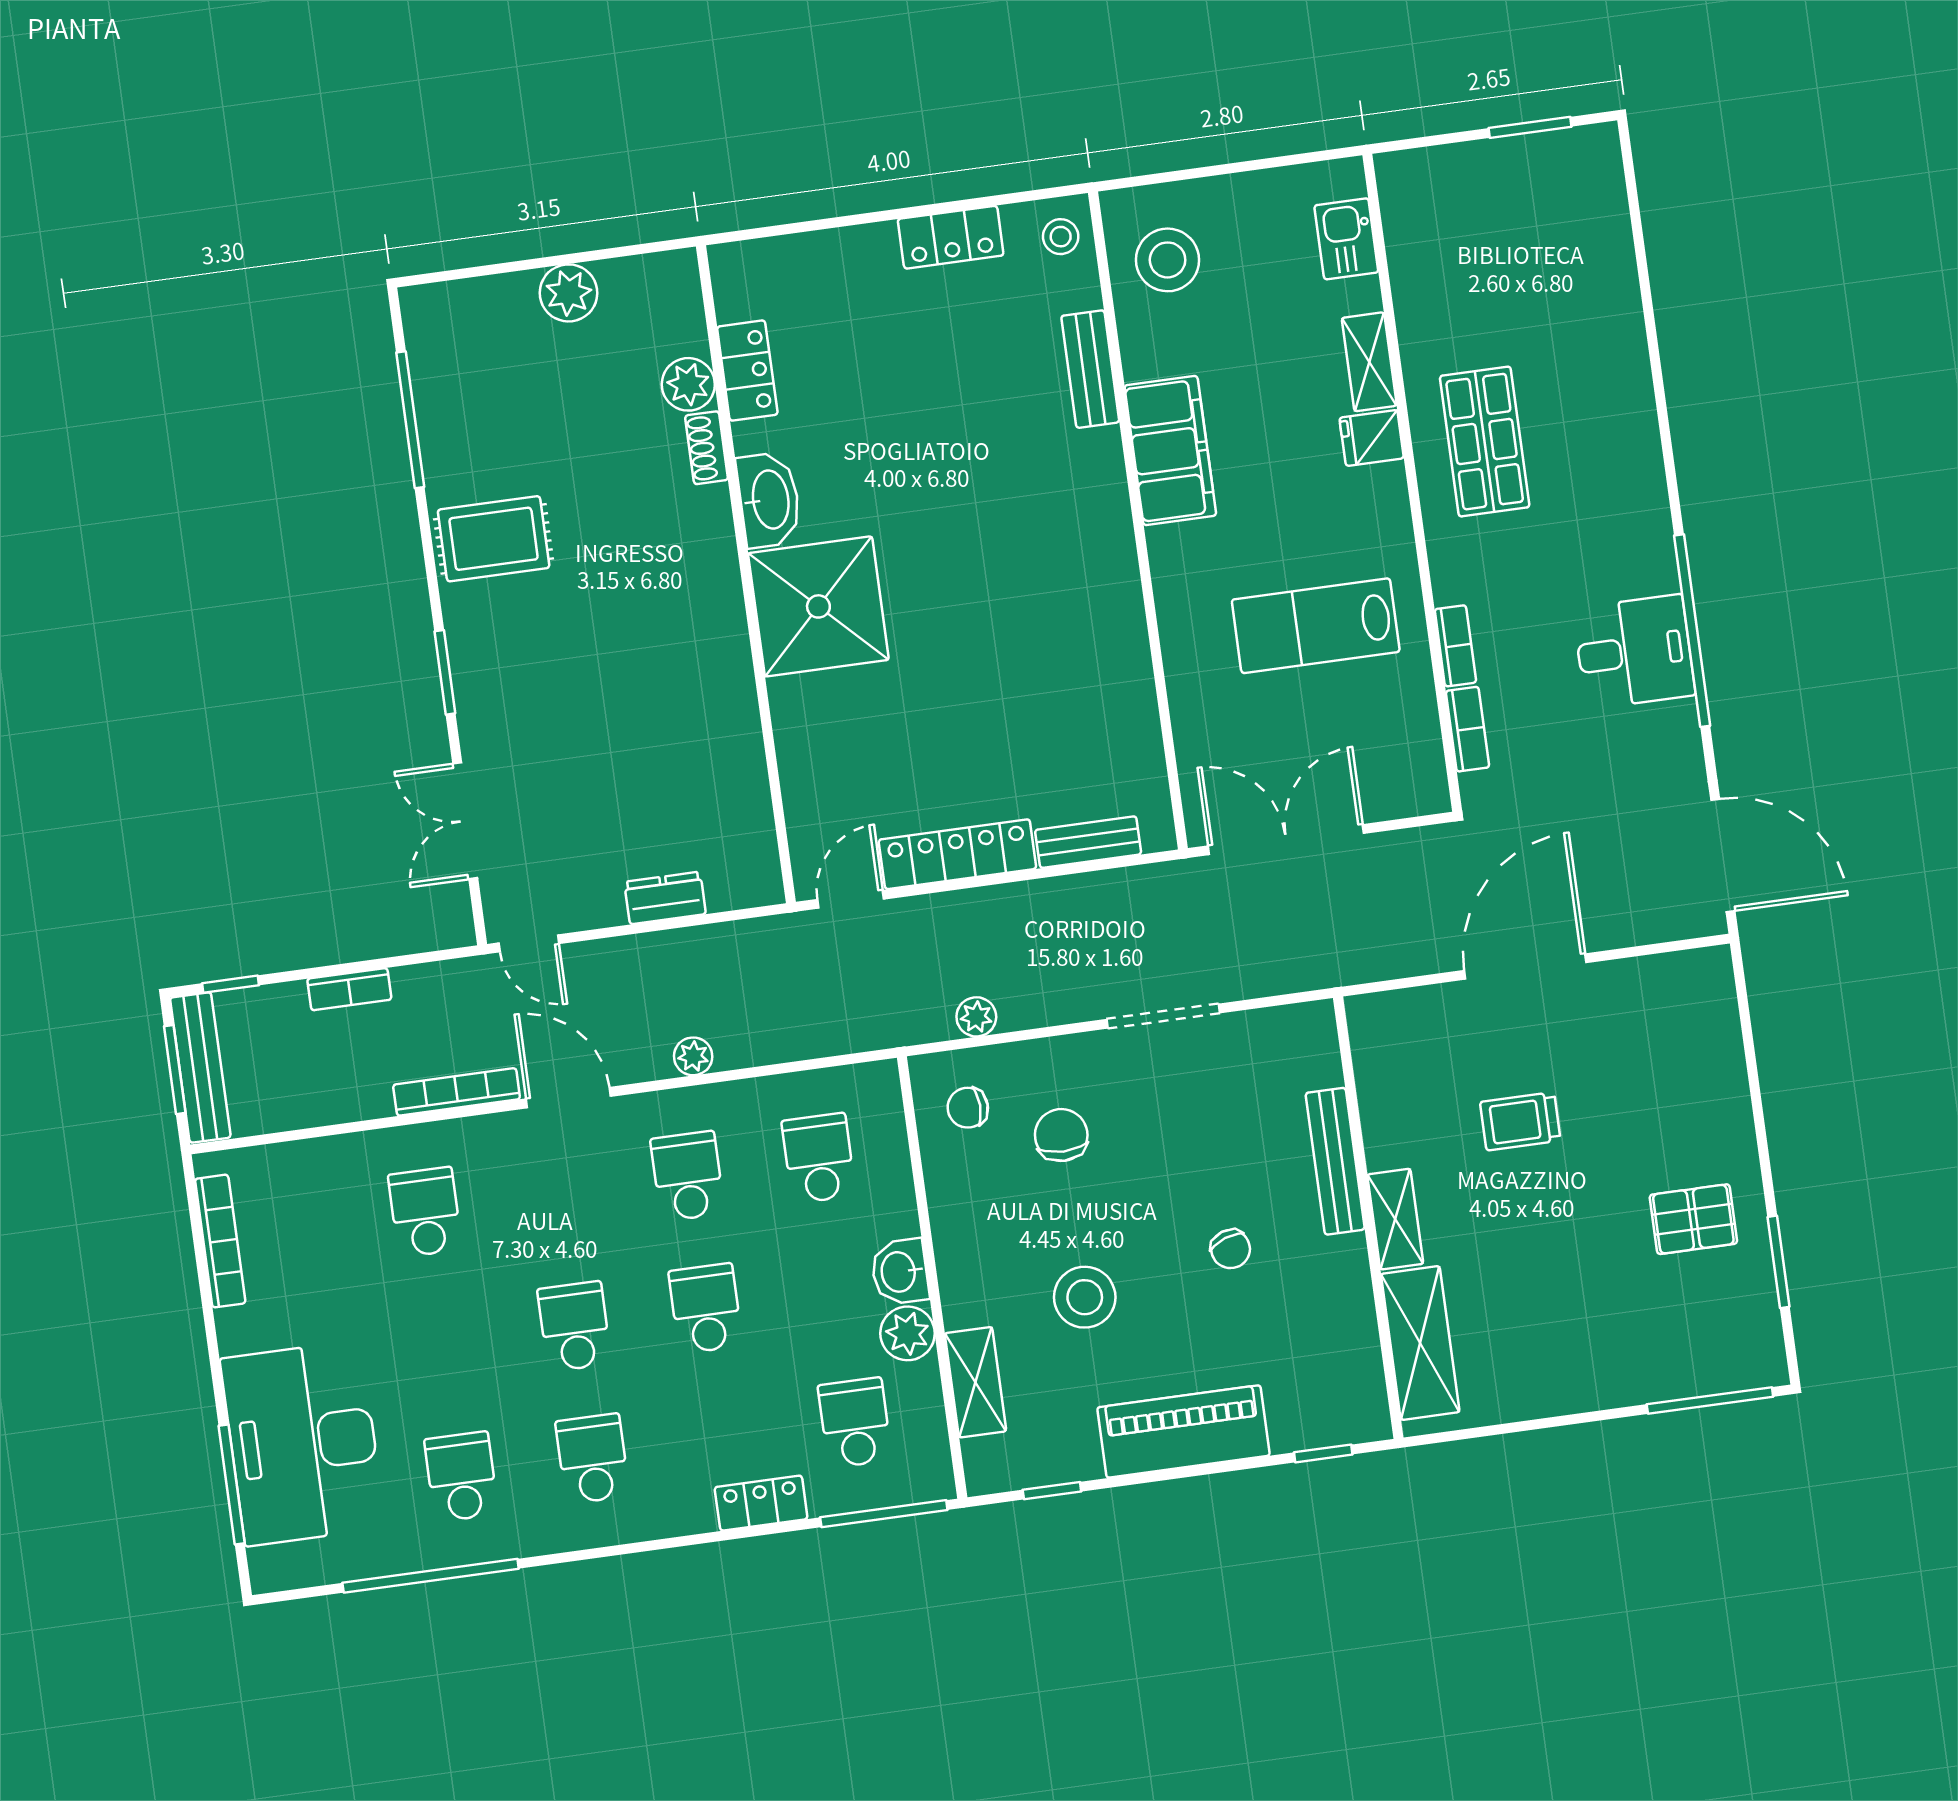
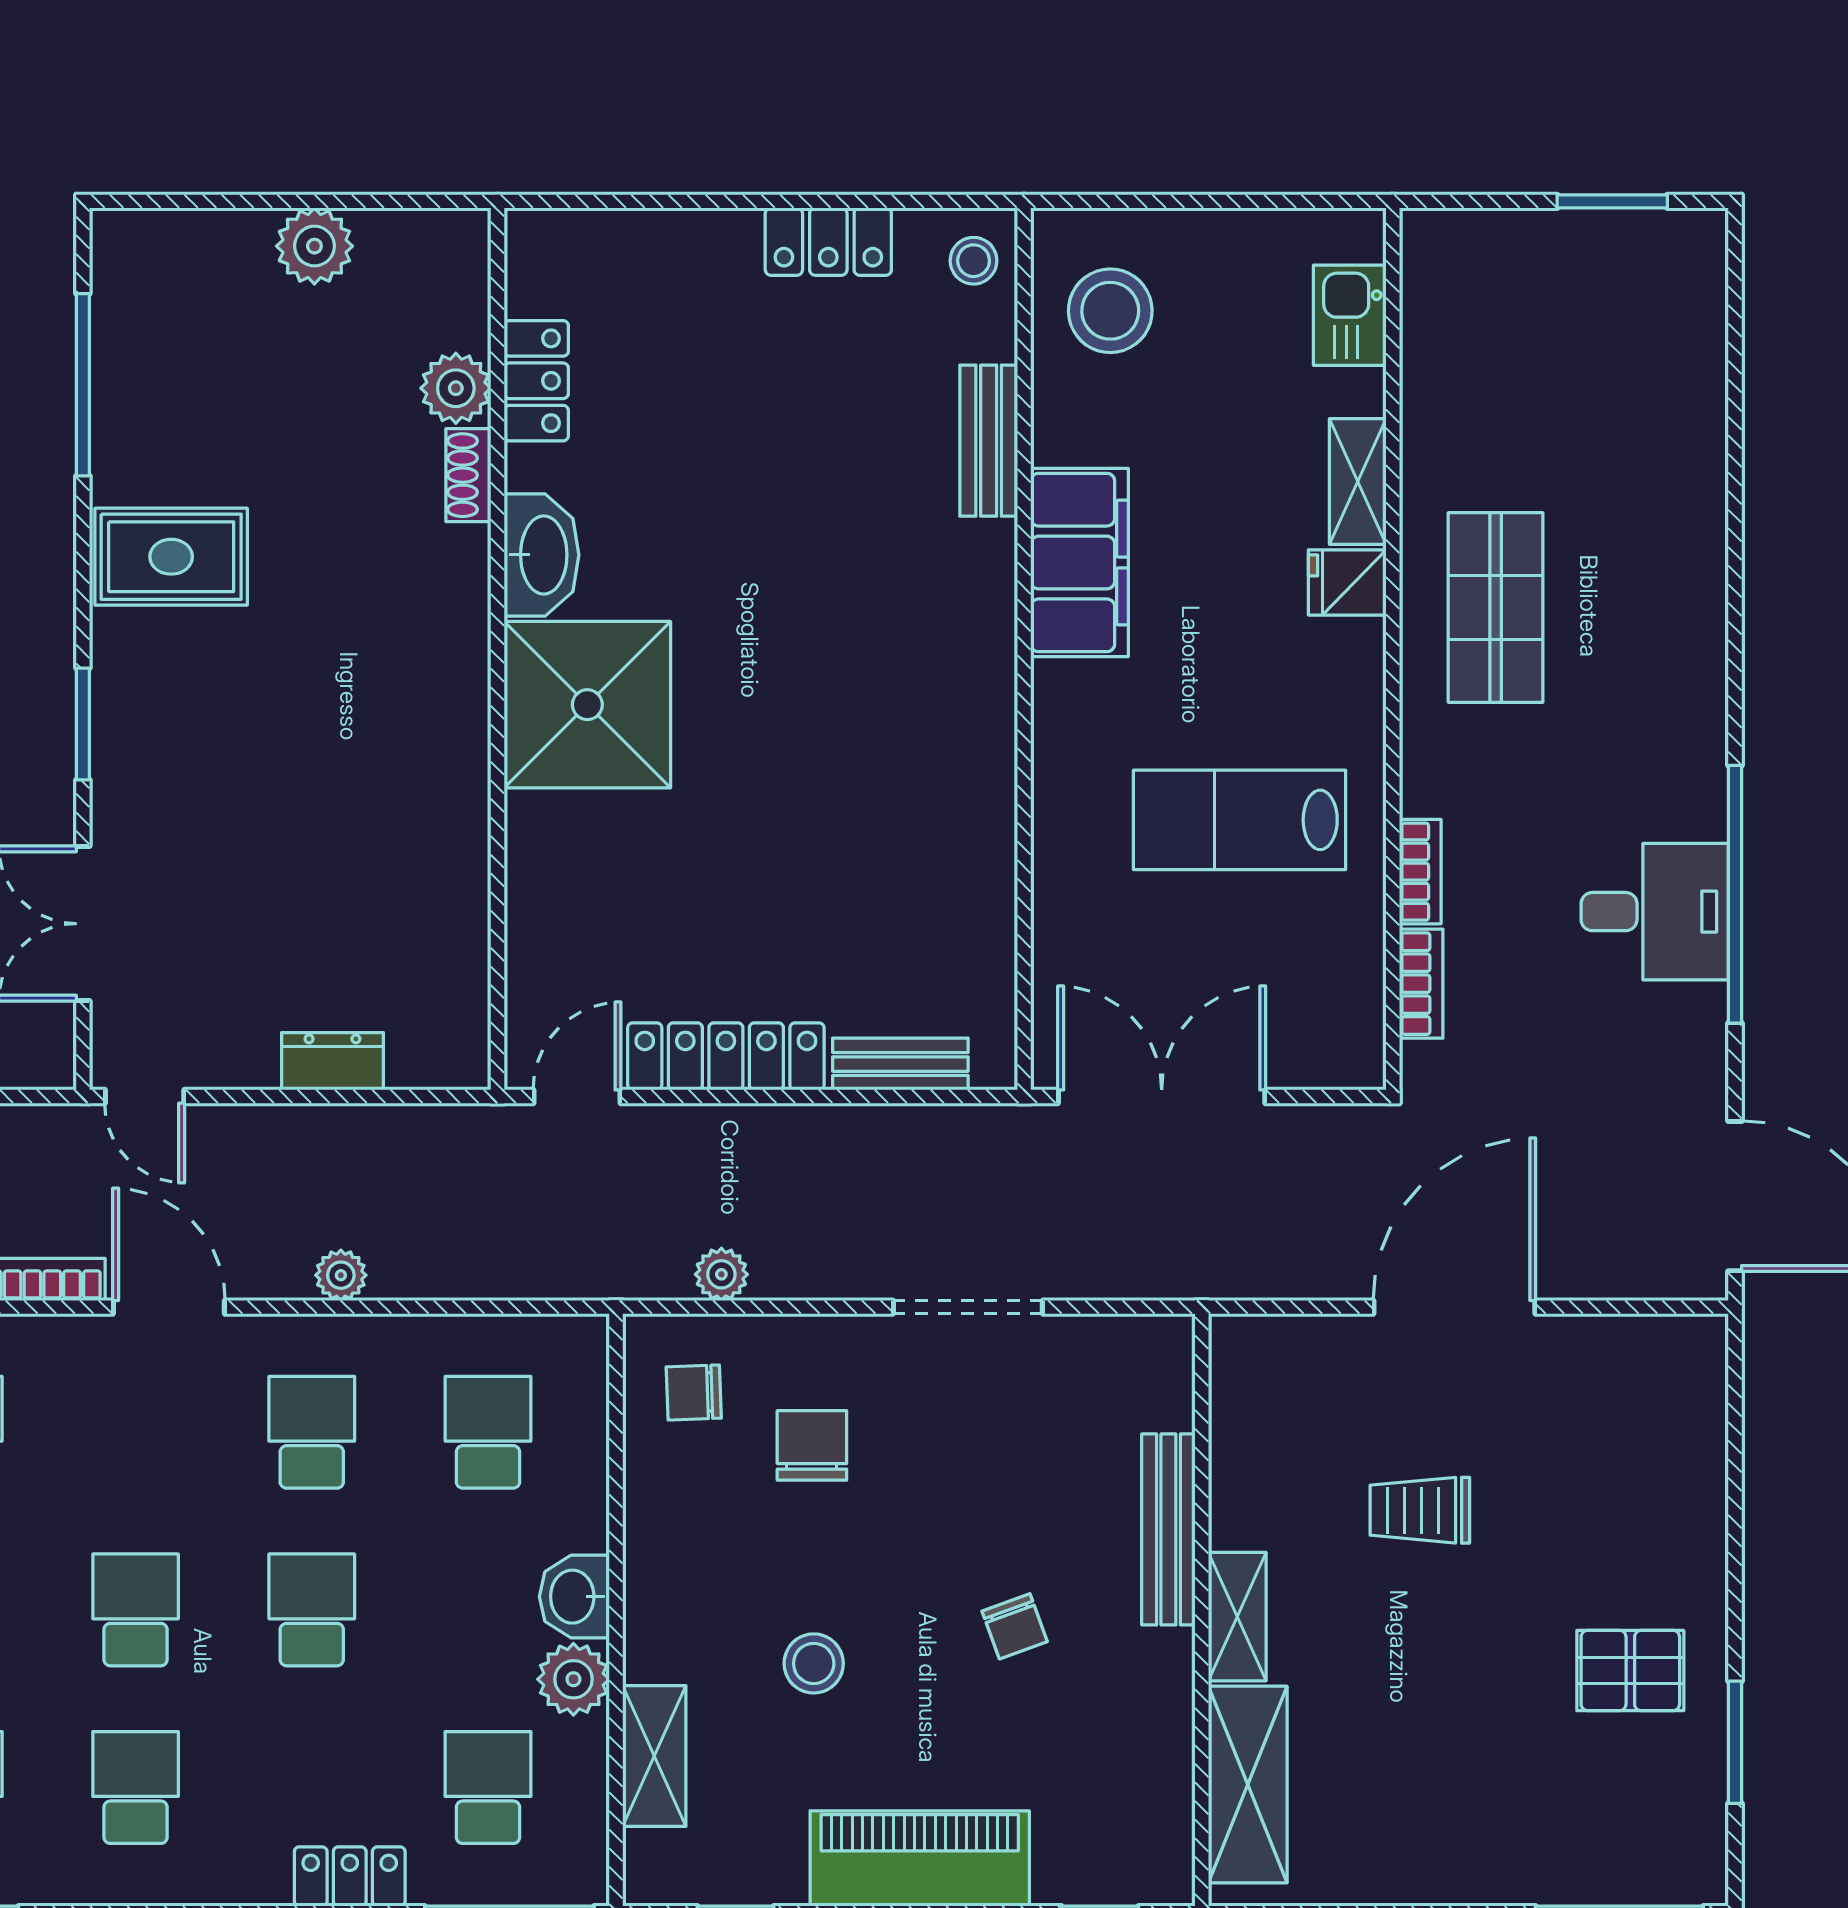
stool: (1085, 1297) -> (814, 1663), width x0.73, depth x0.73

